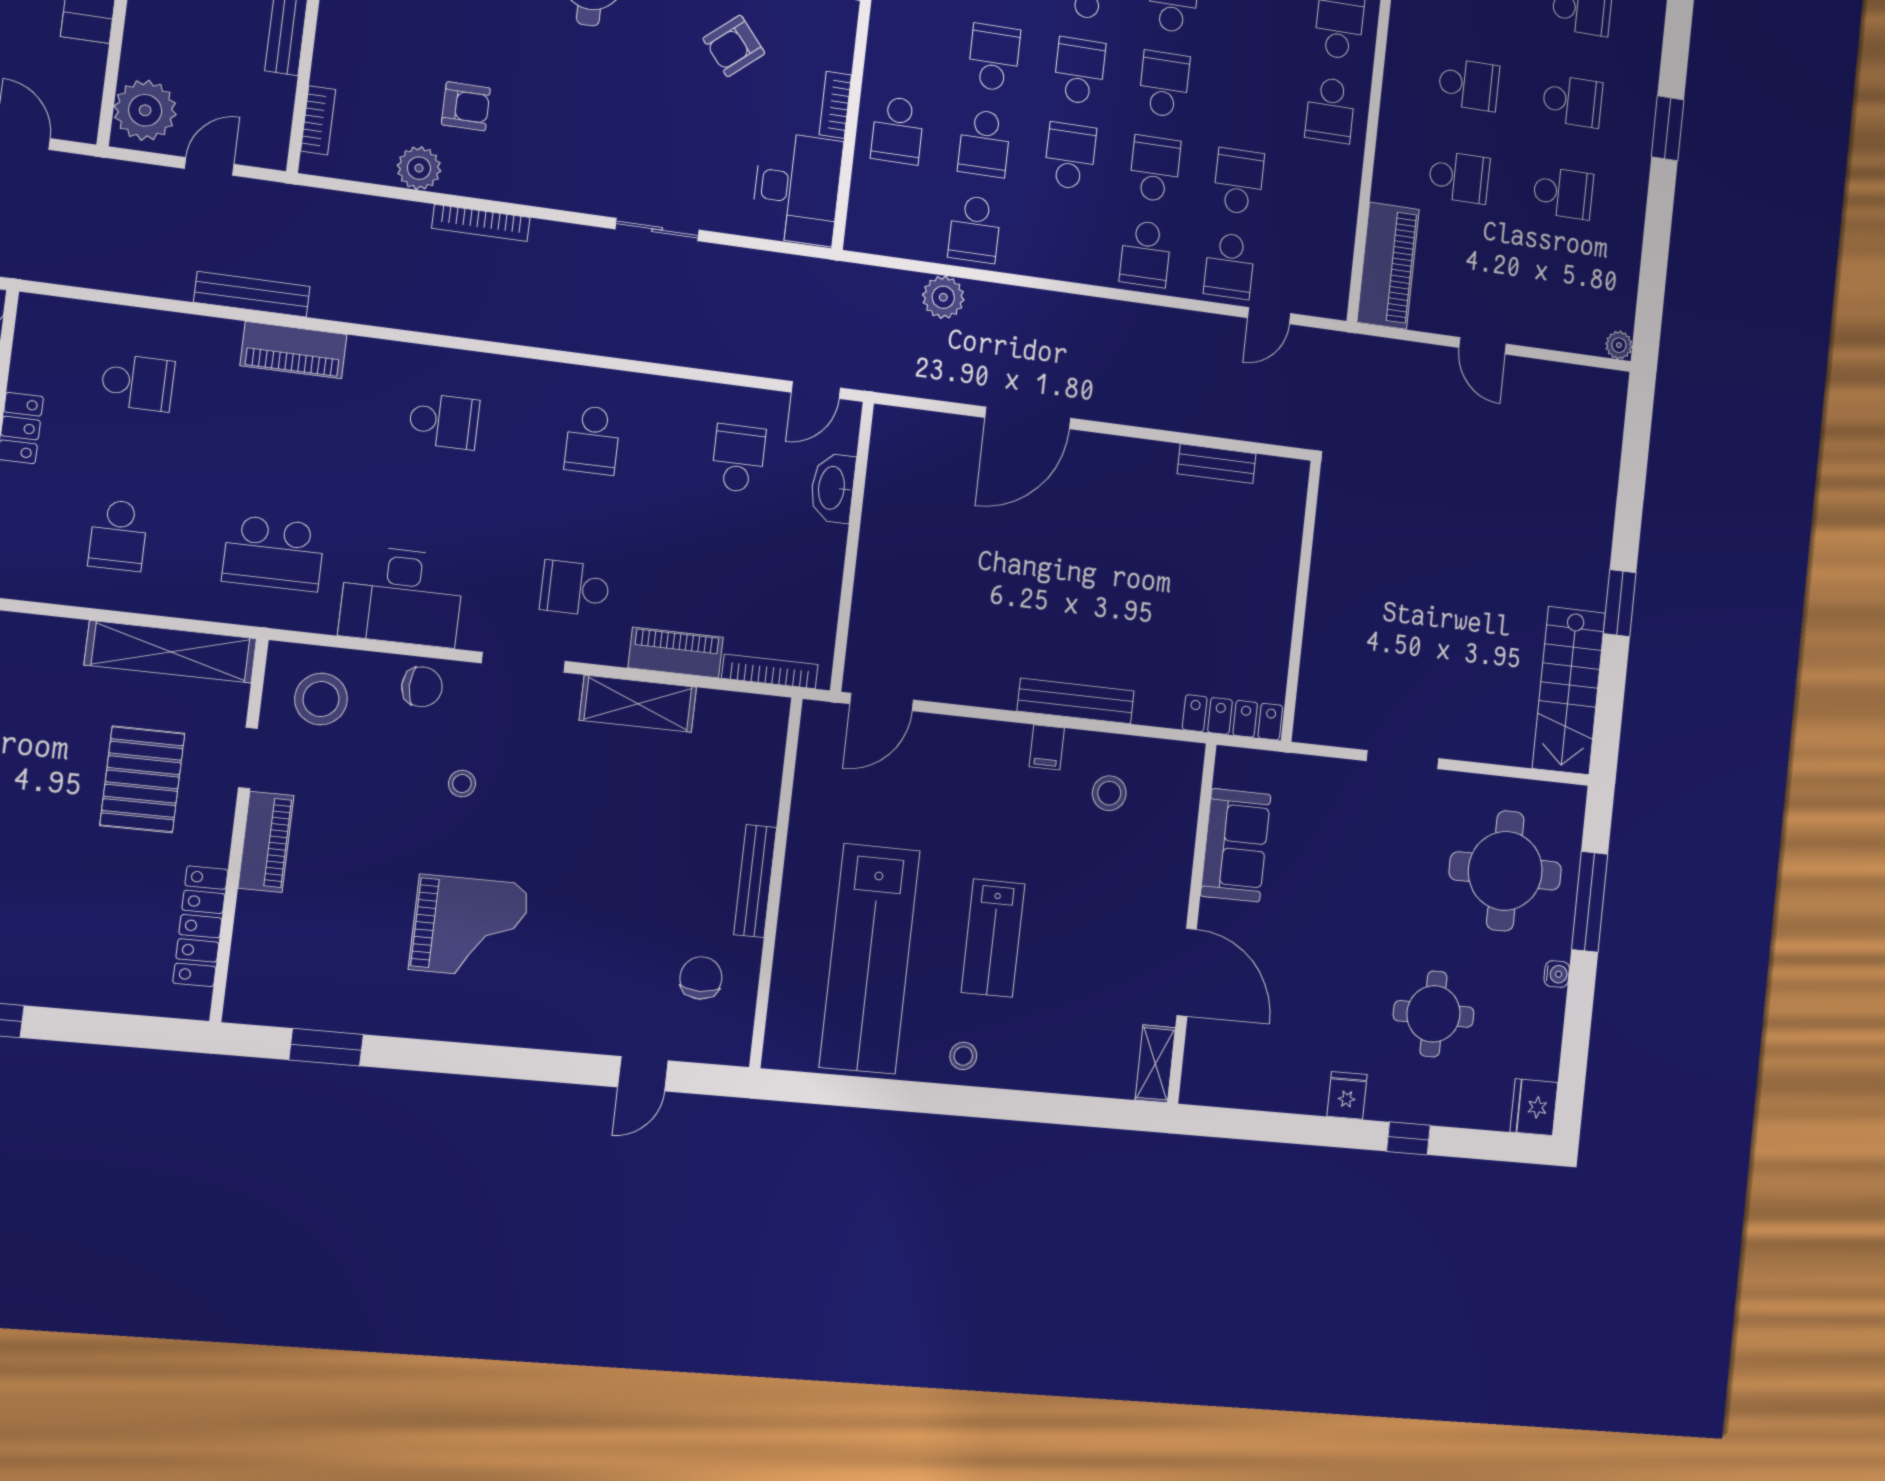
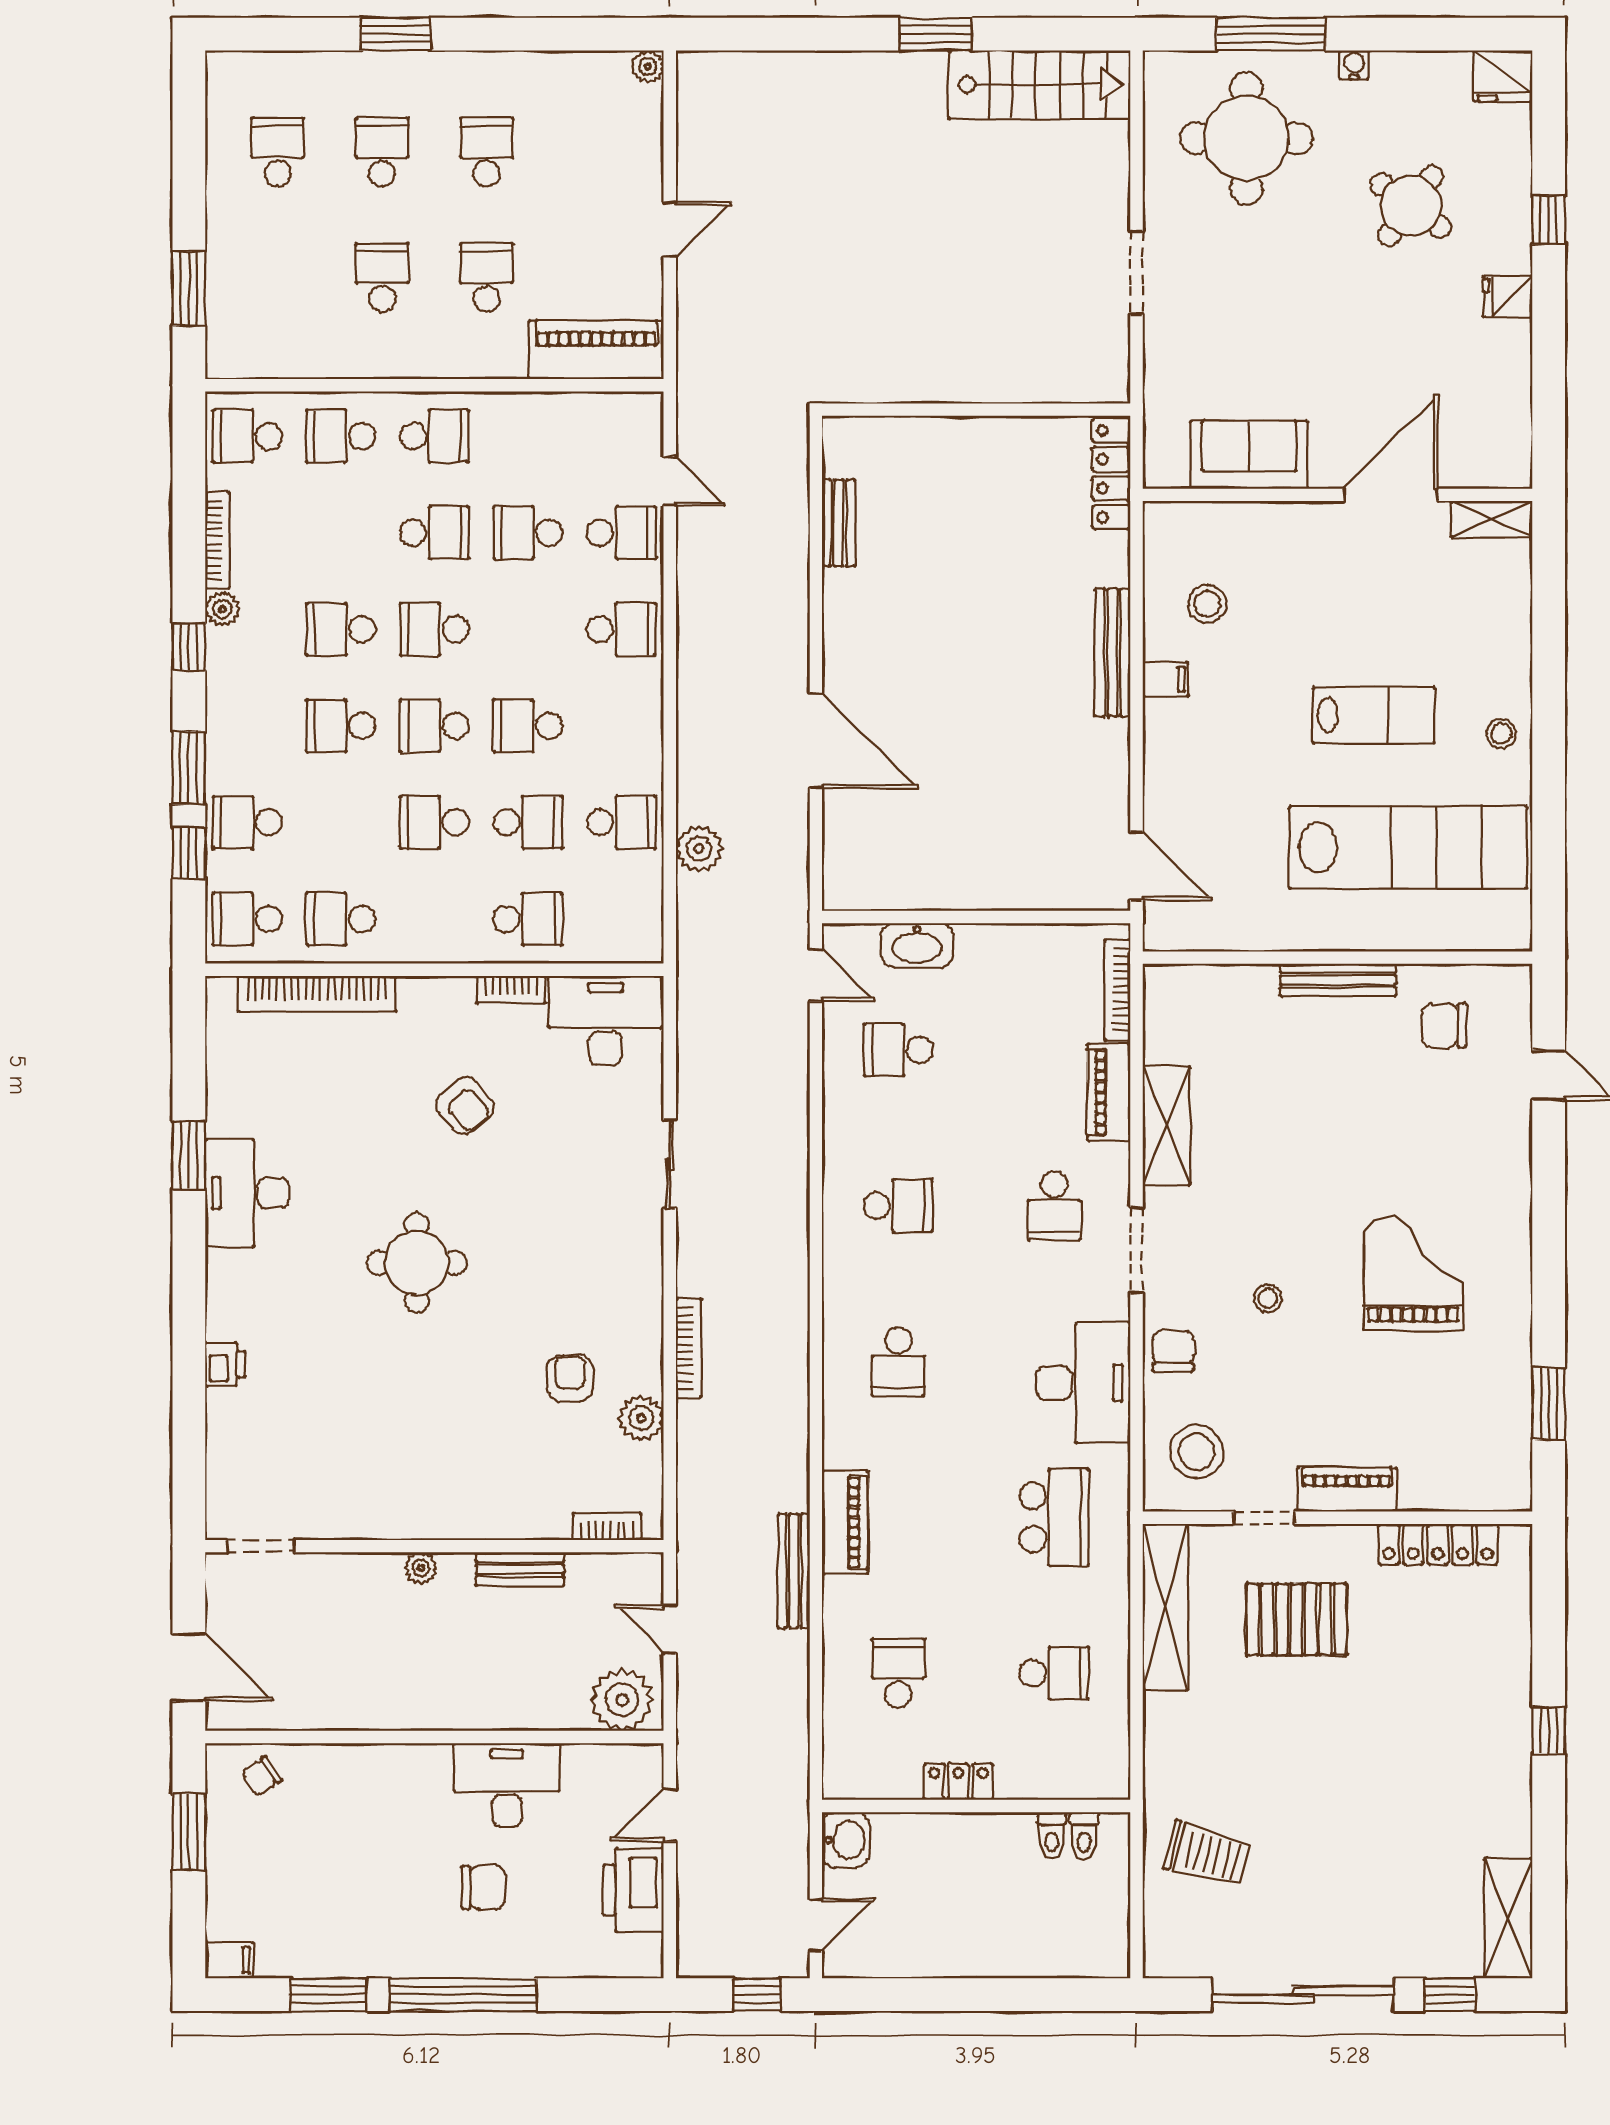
school desk: (1155, 169) -> (434, 533), moved, turned 180
school desk: (444, 421) -> (898, 1361), turned 180
round table: (1434, 1014) -> (1411, 206), turned 36

